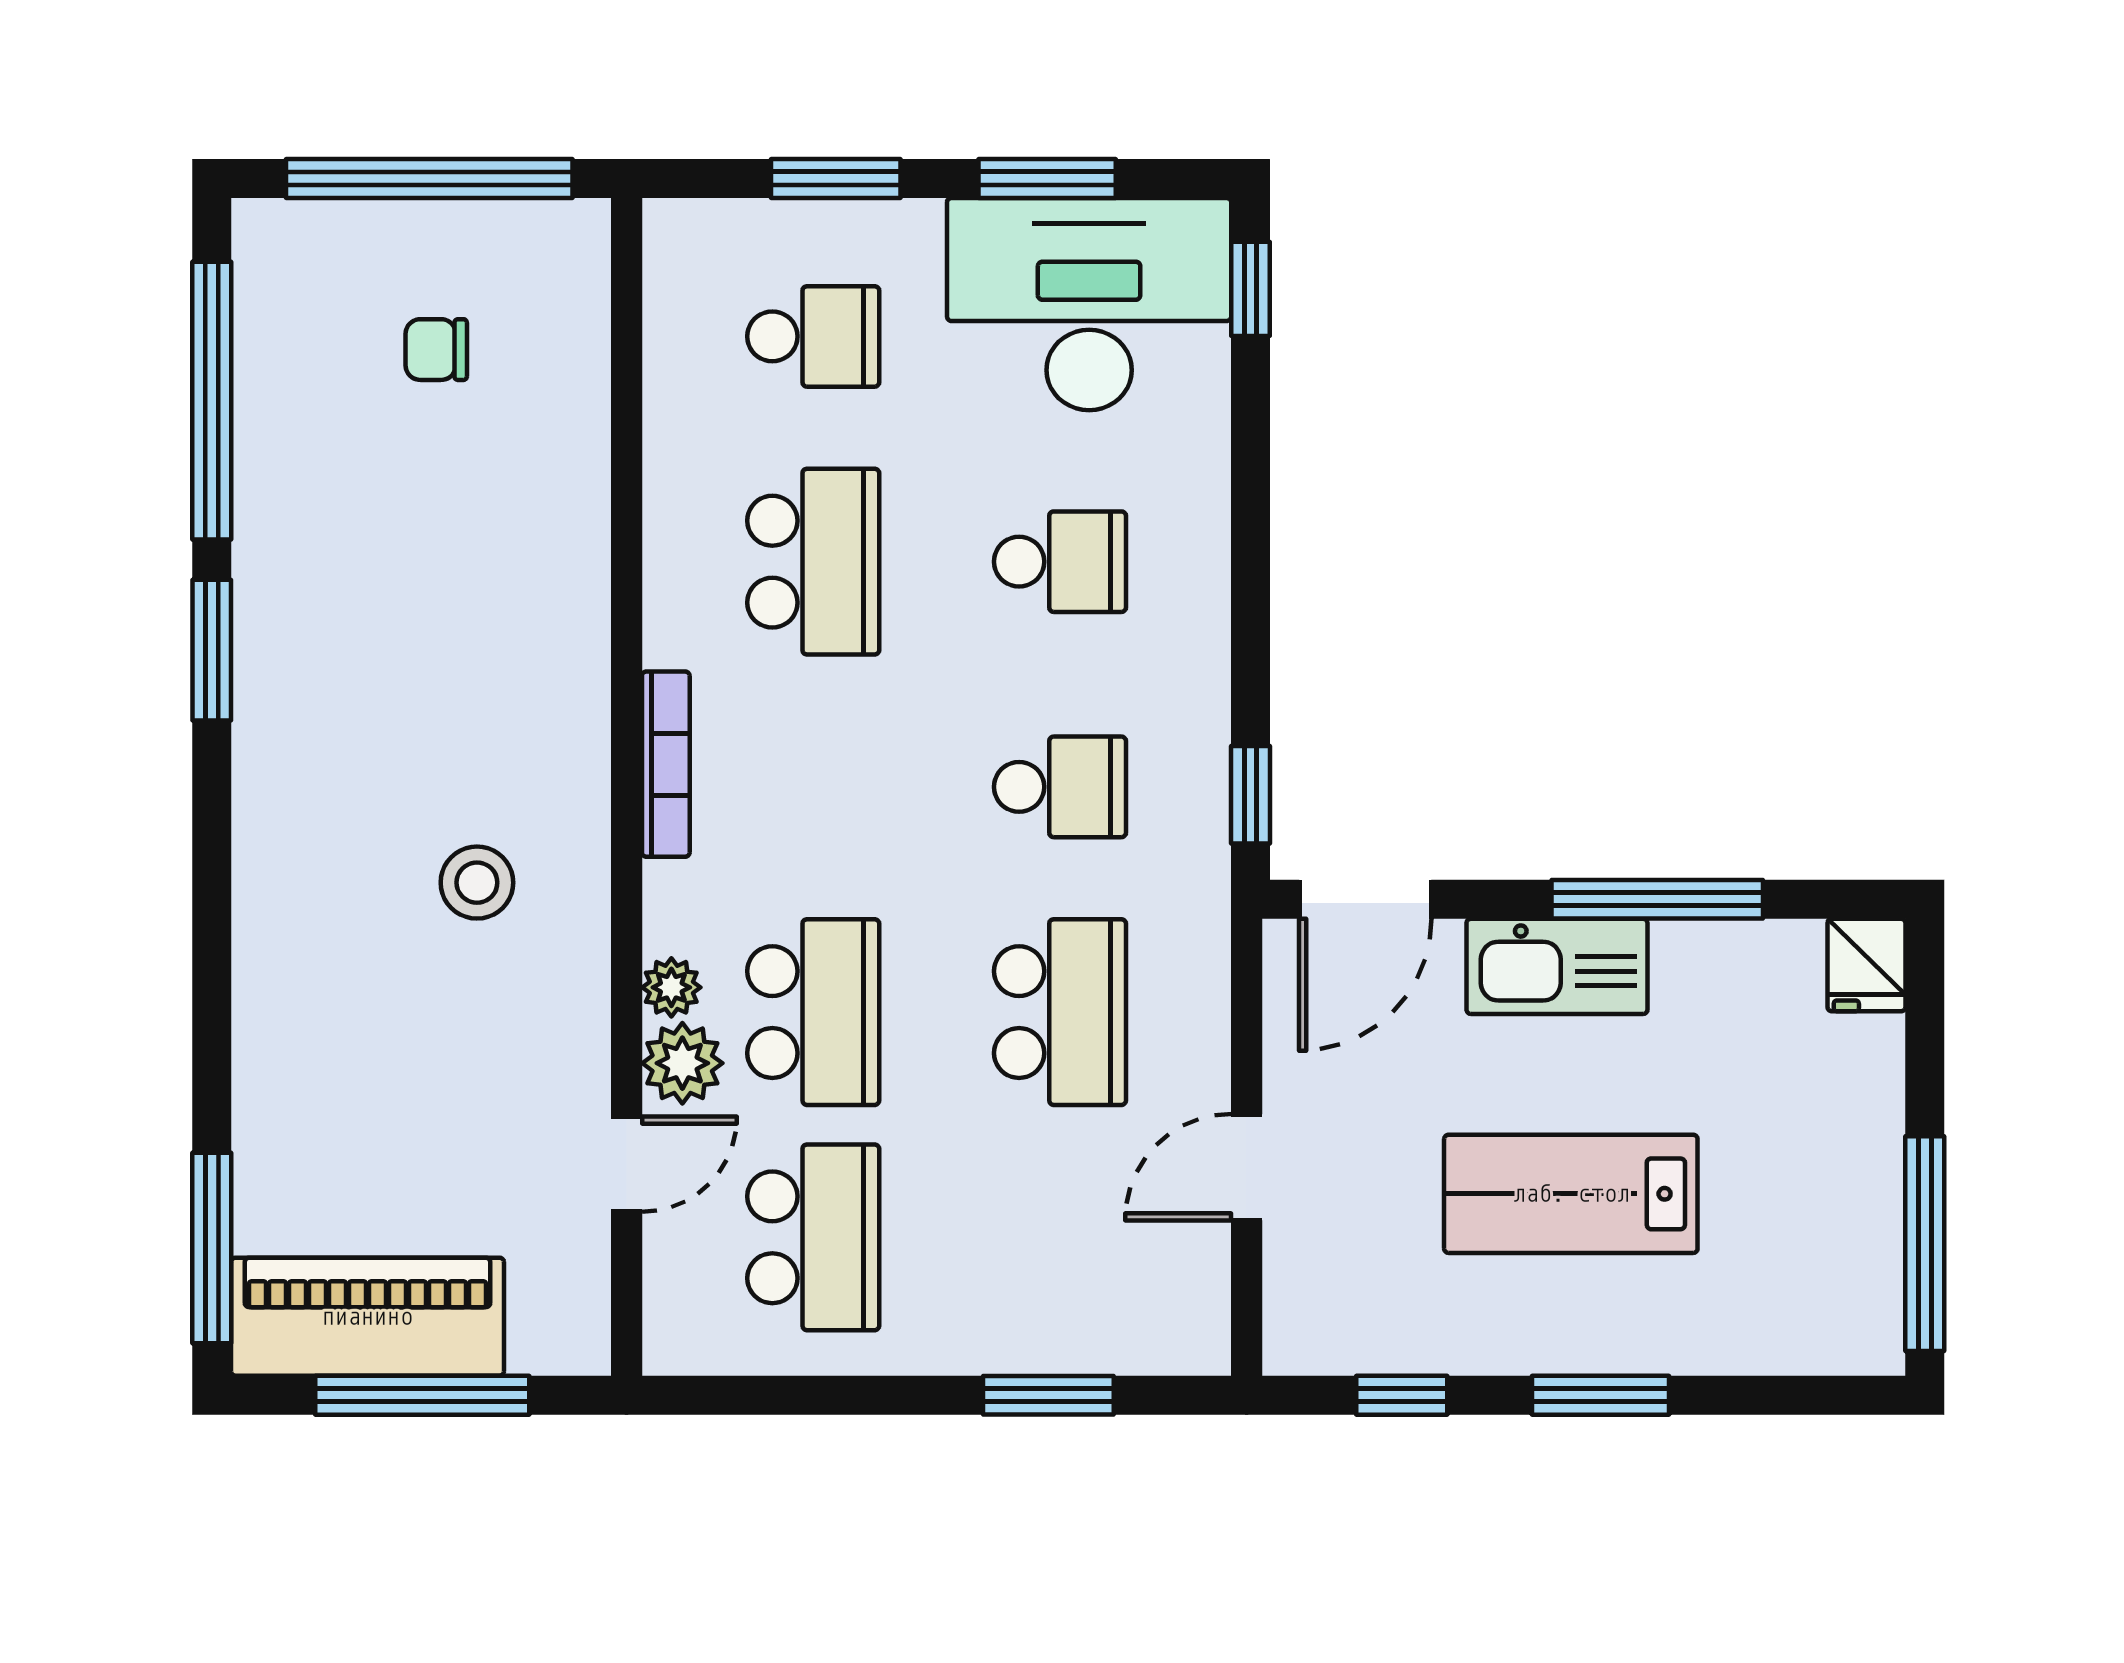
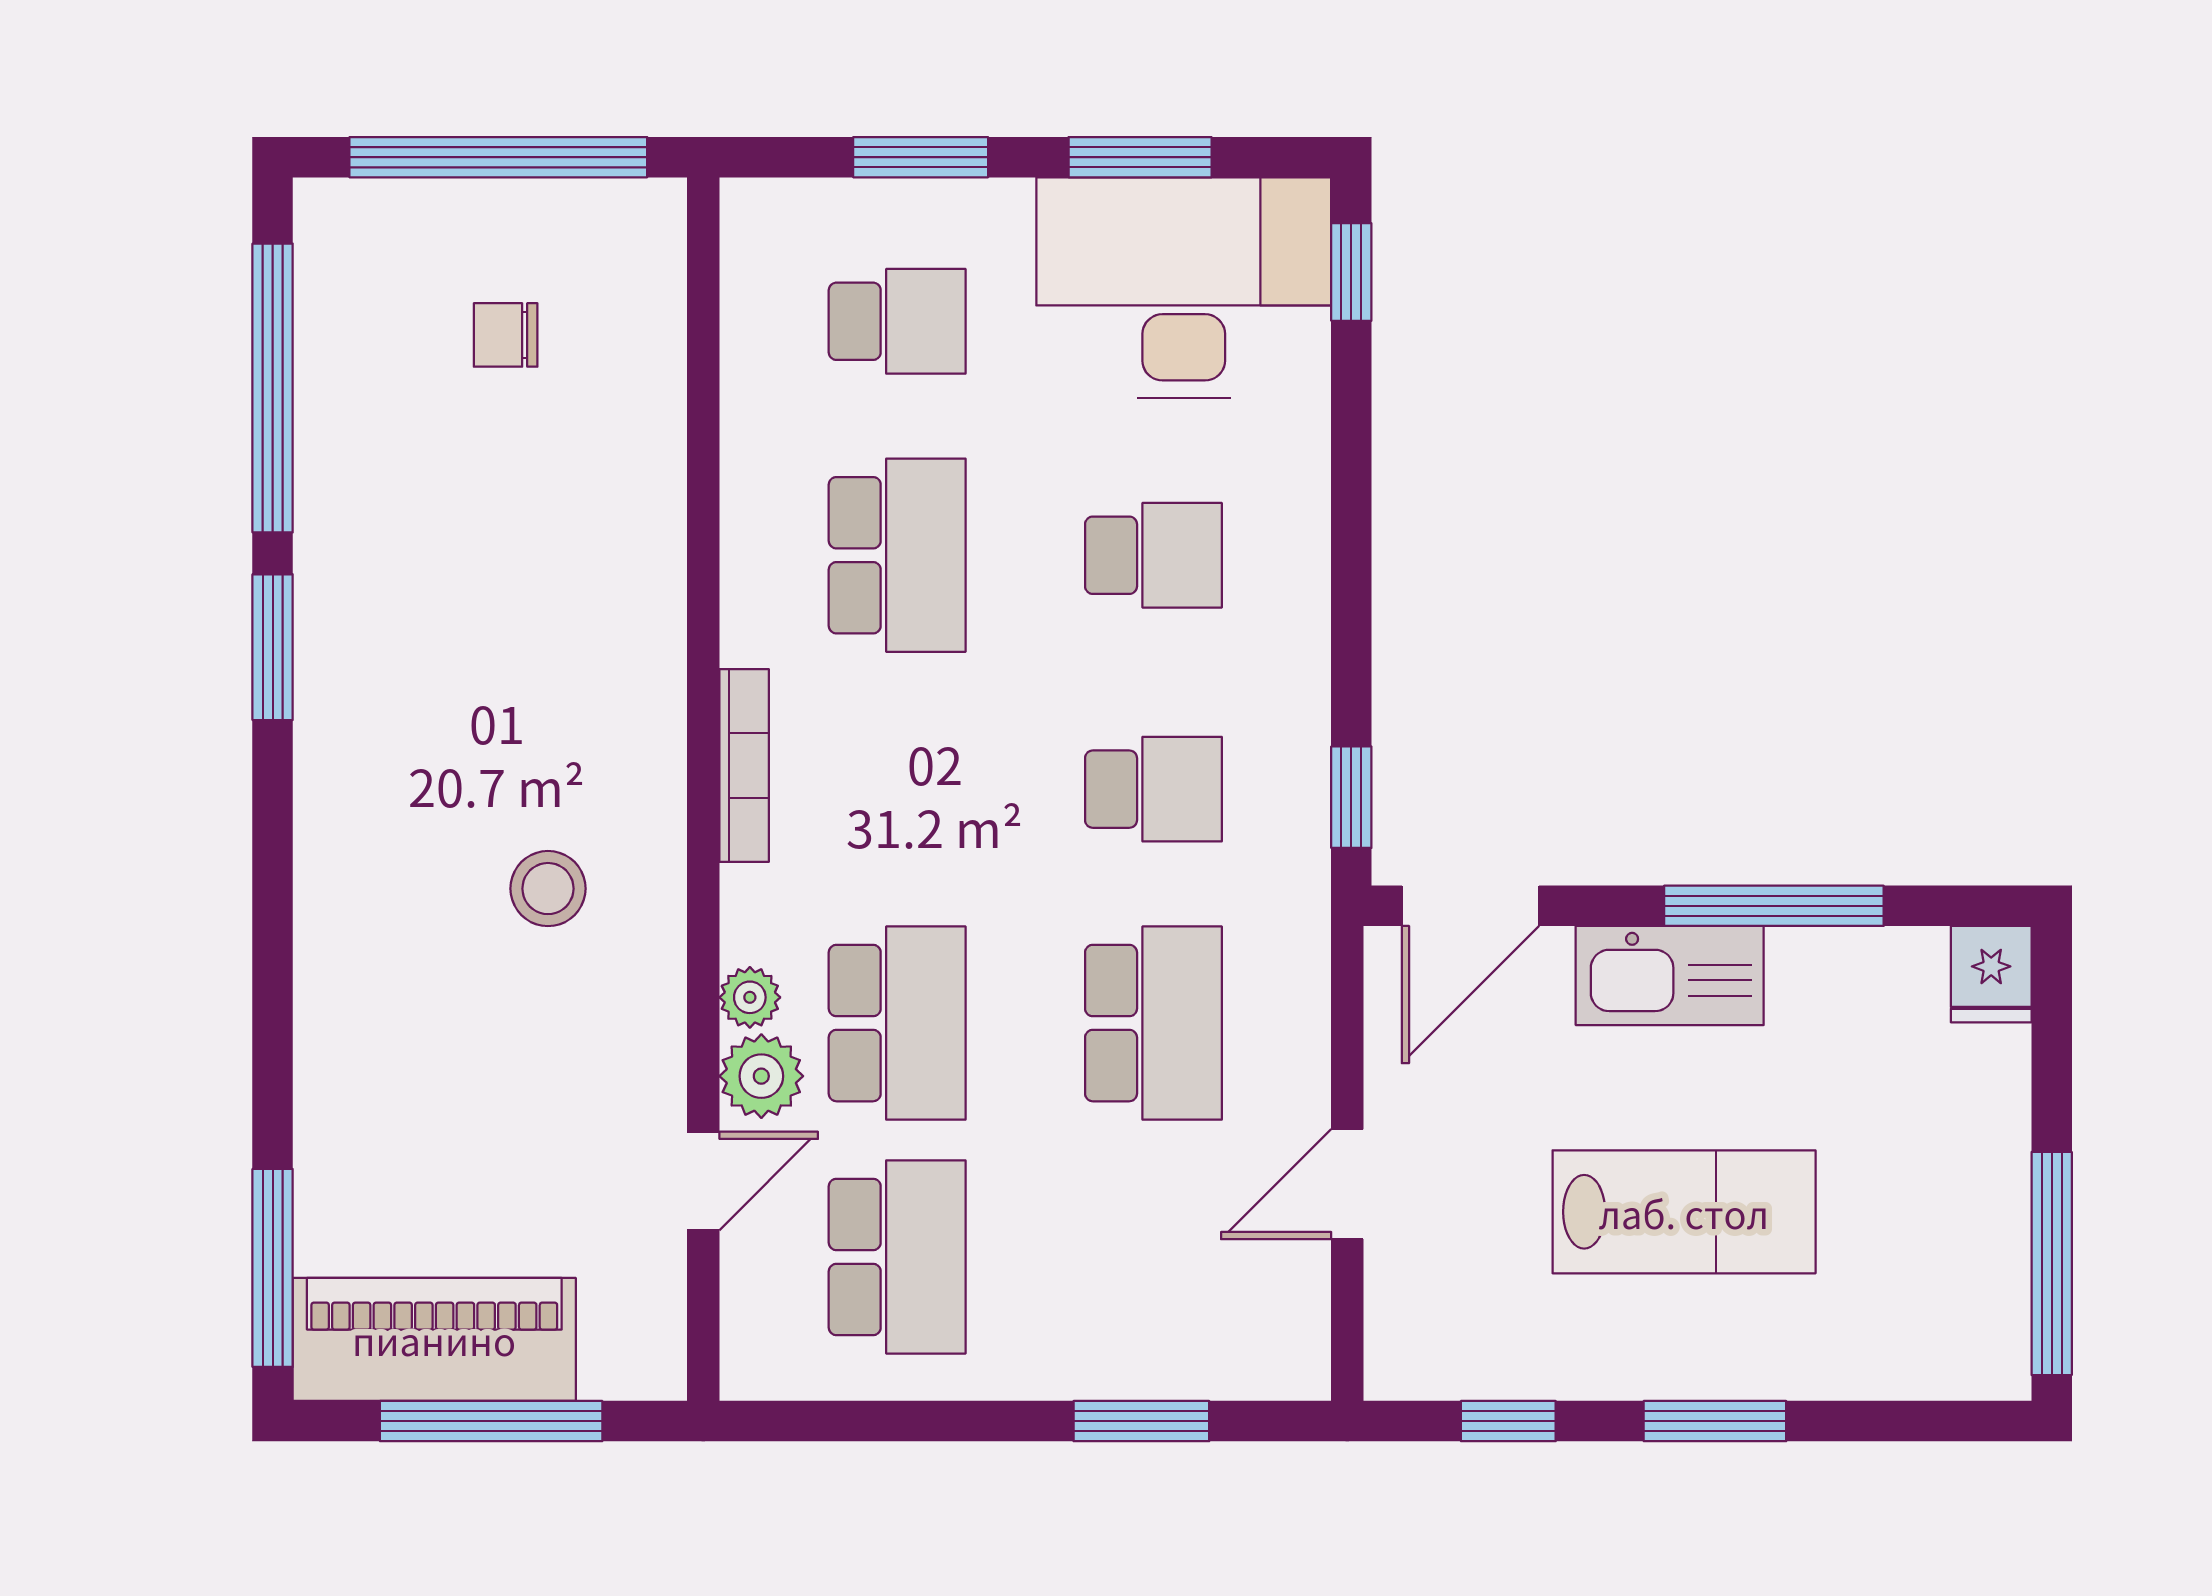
lab bench: (1571, 1194) -> (1684, 1212), turned 180

